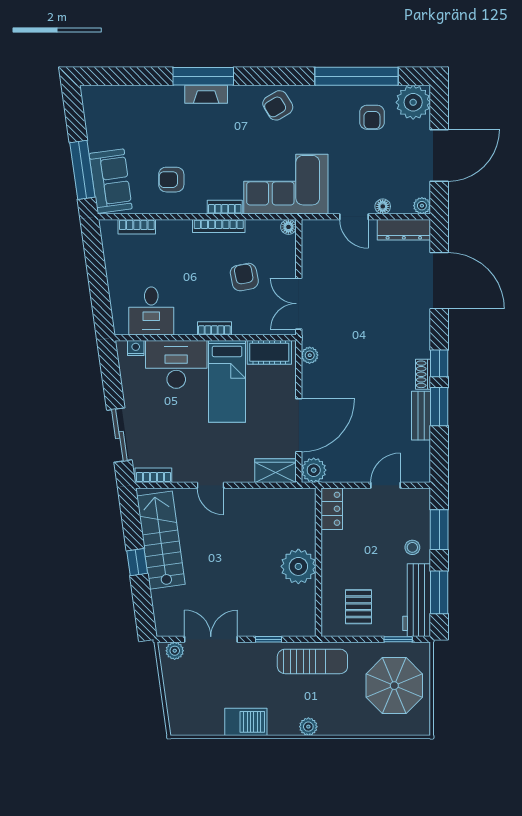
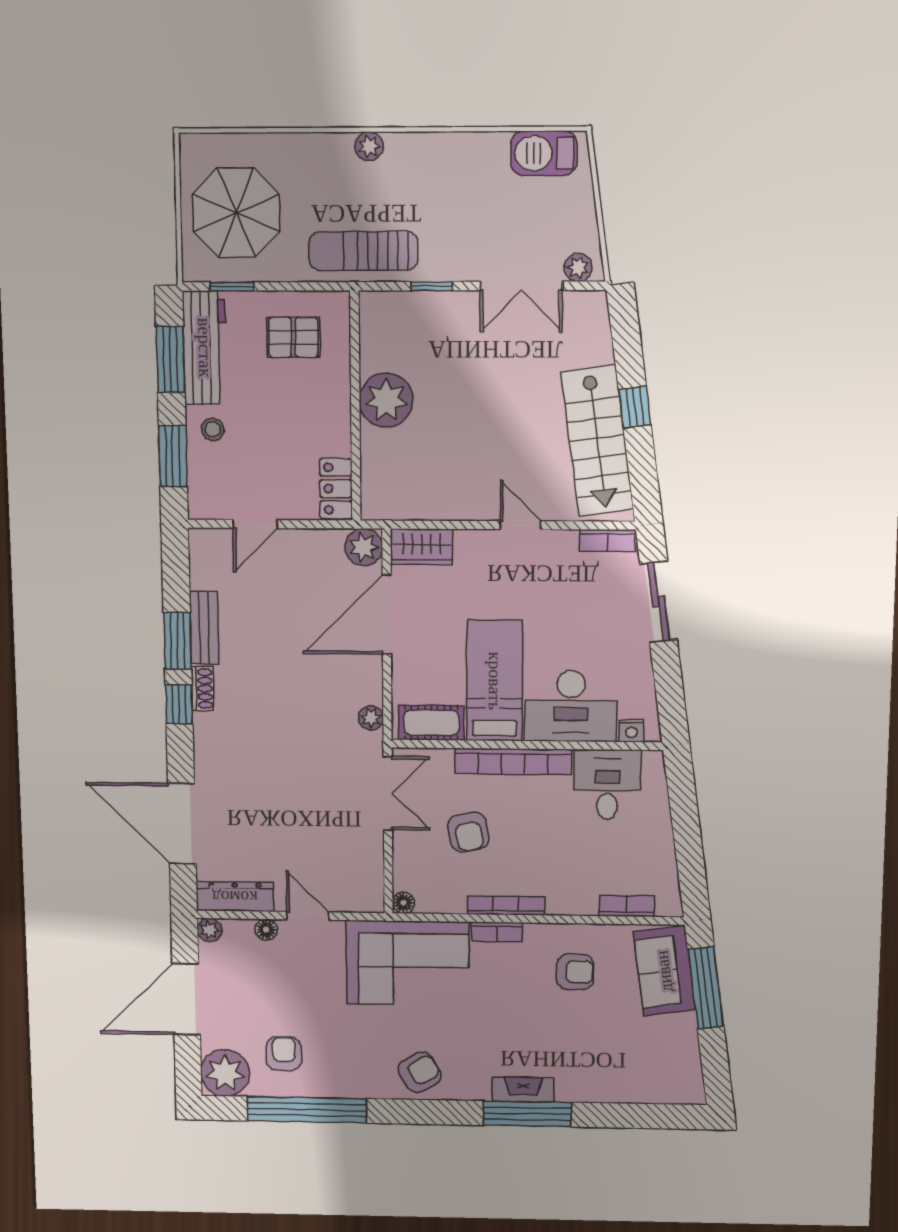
bookcase: (214, 328) -> (513, 762), width x2.31, depth x1.31
pallet: (358, 607) -> (293, 337), turned 90
barbecue: (246, 722) -> (544, 153), moved

